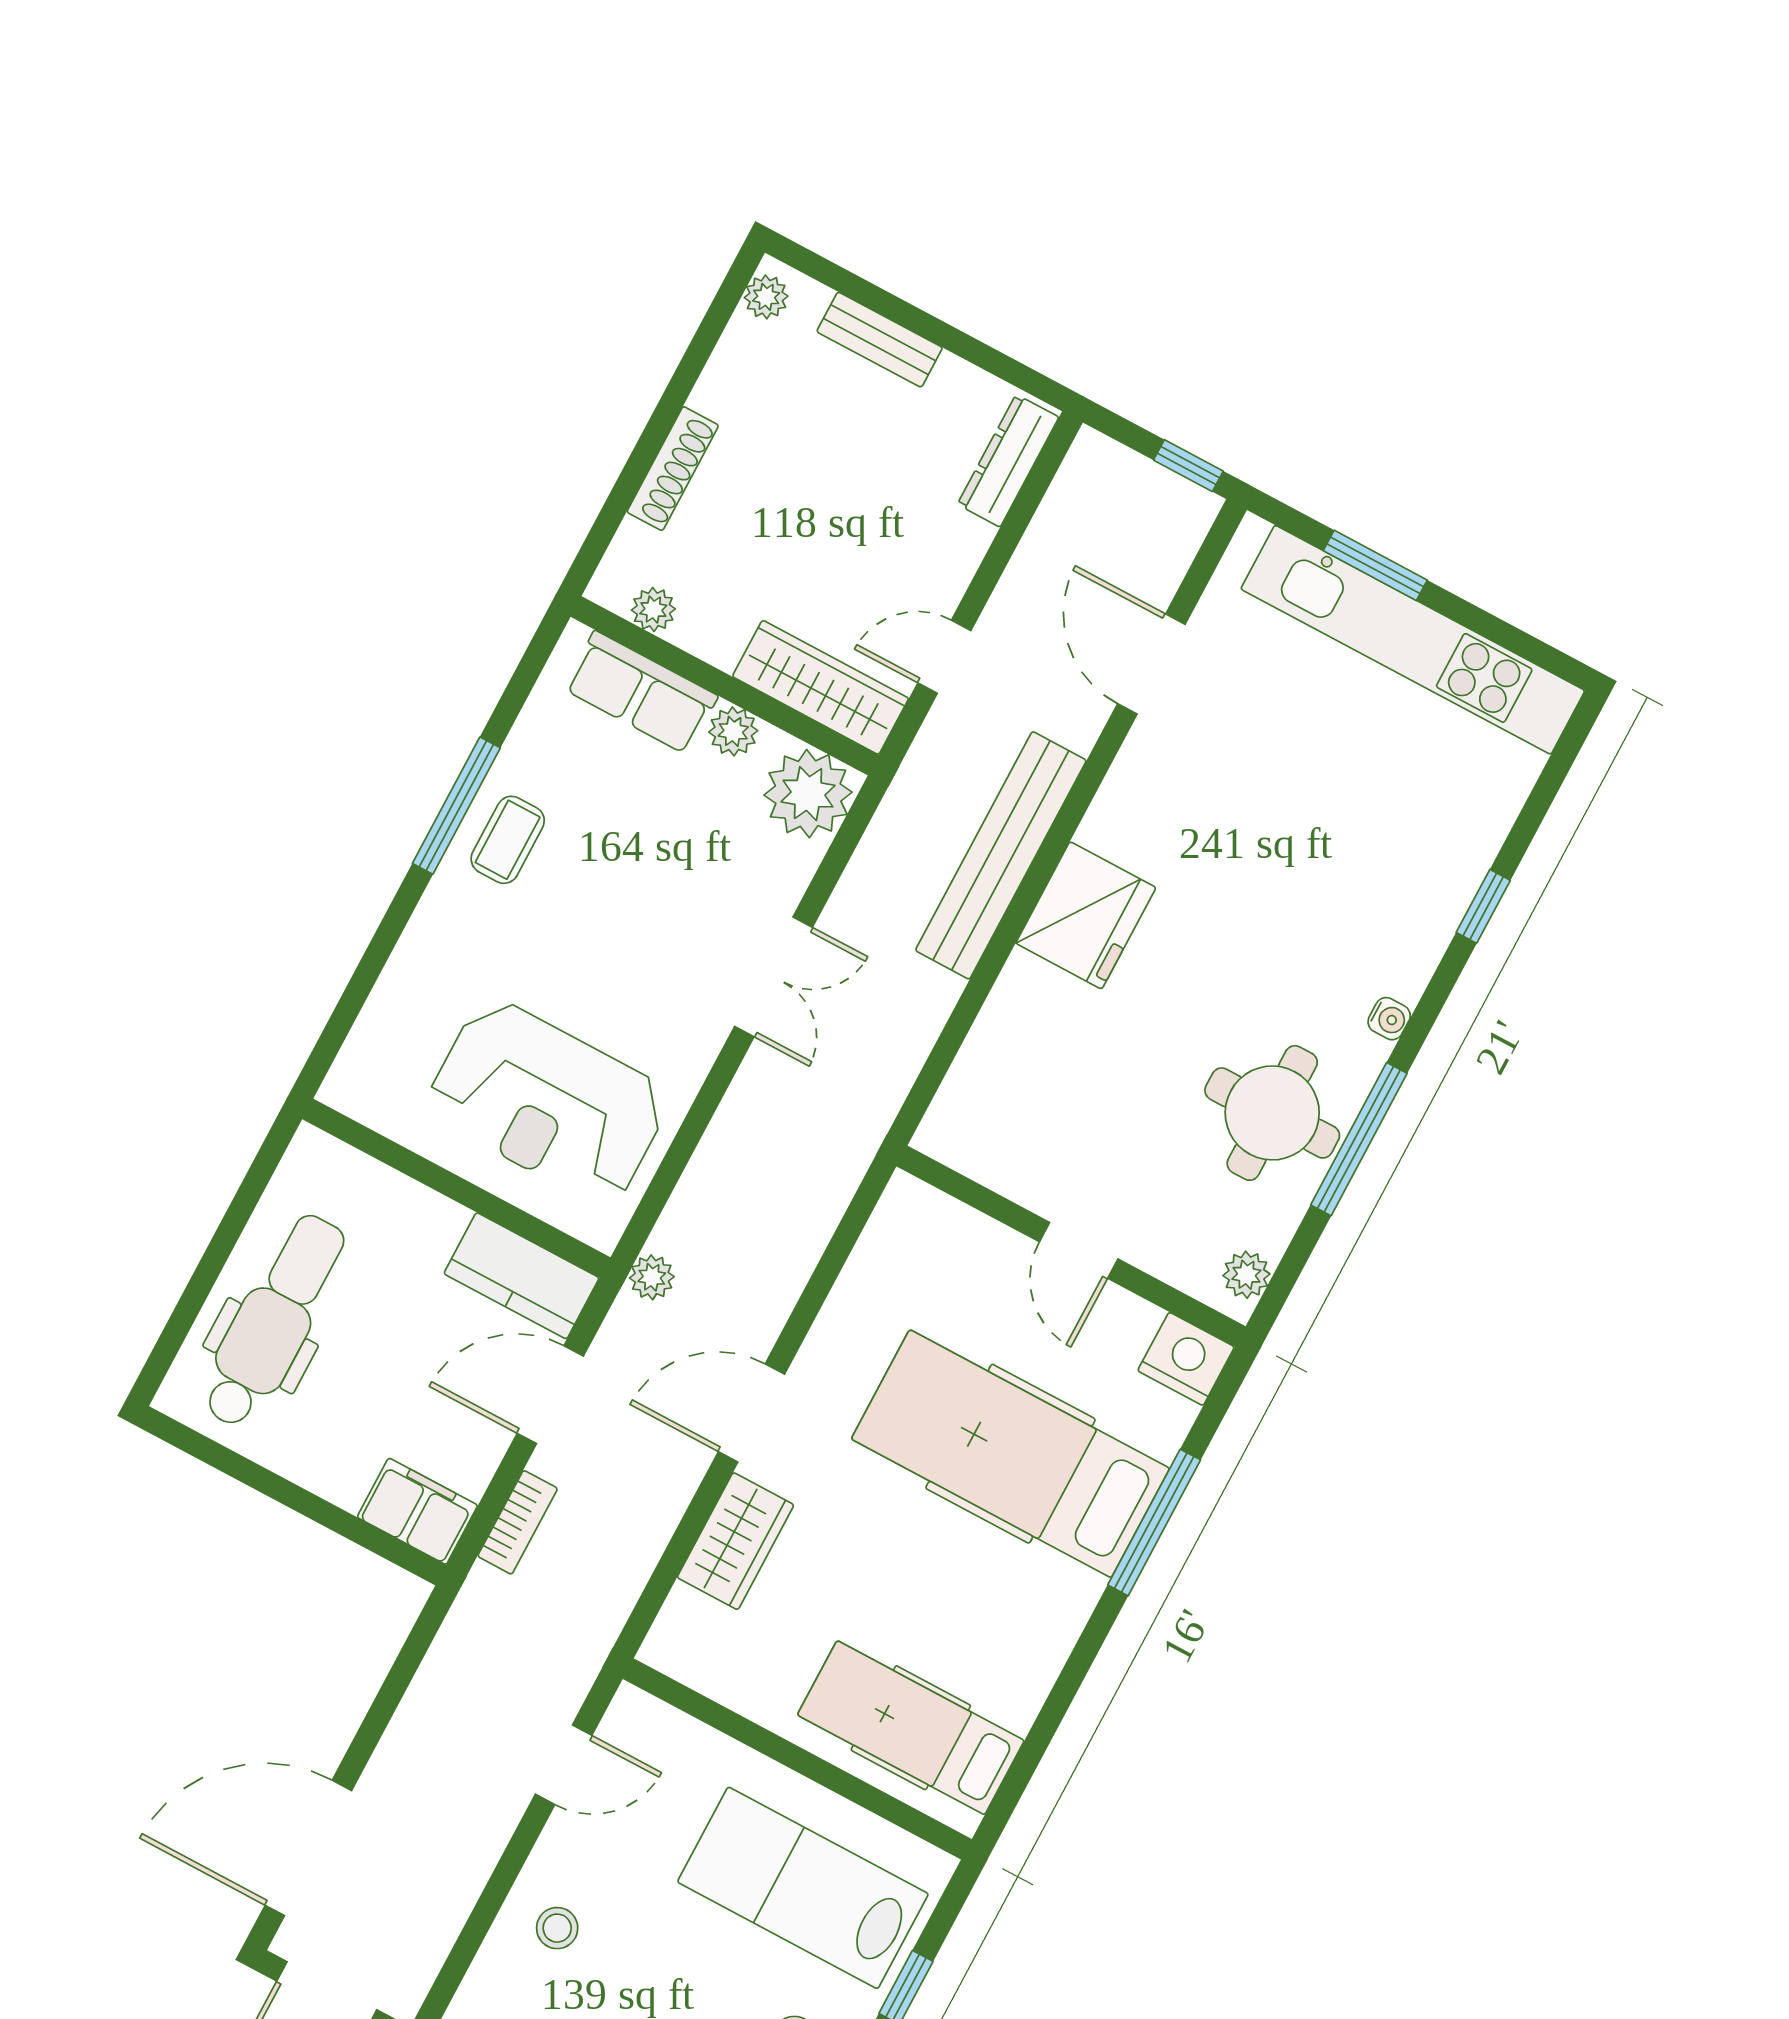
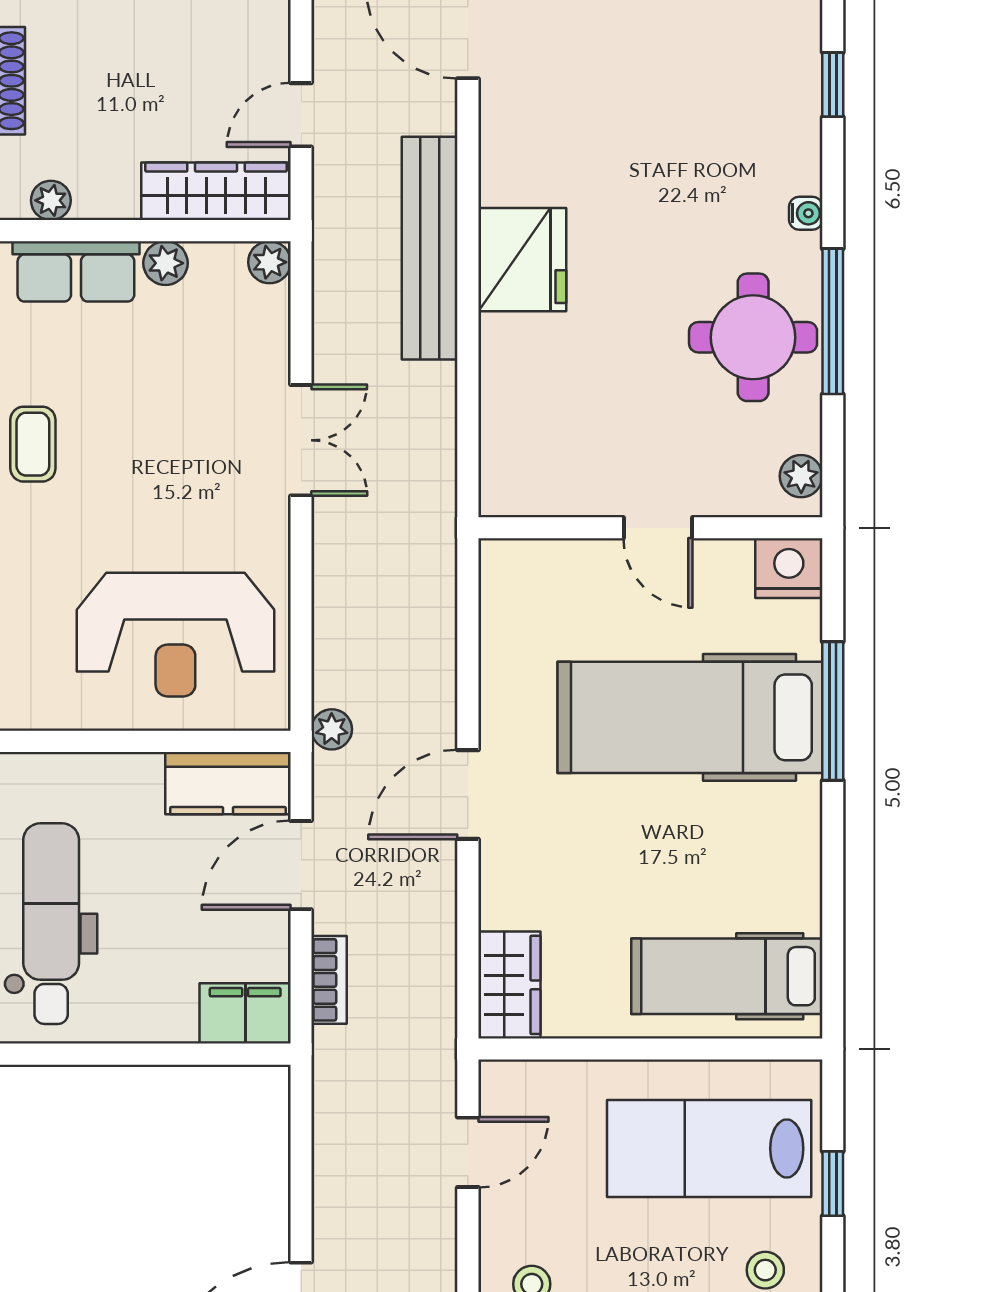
plant: (808, 794) -> (269, 262), width x0.53, depth x0.53
wardrobe: (735, 1541) -> (509, 985), moved

